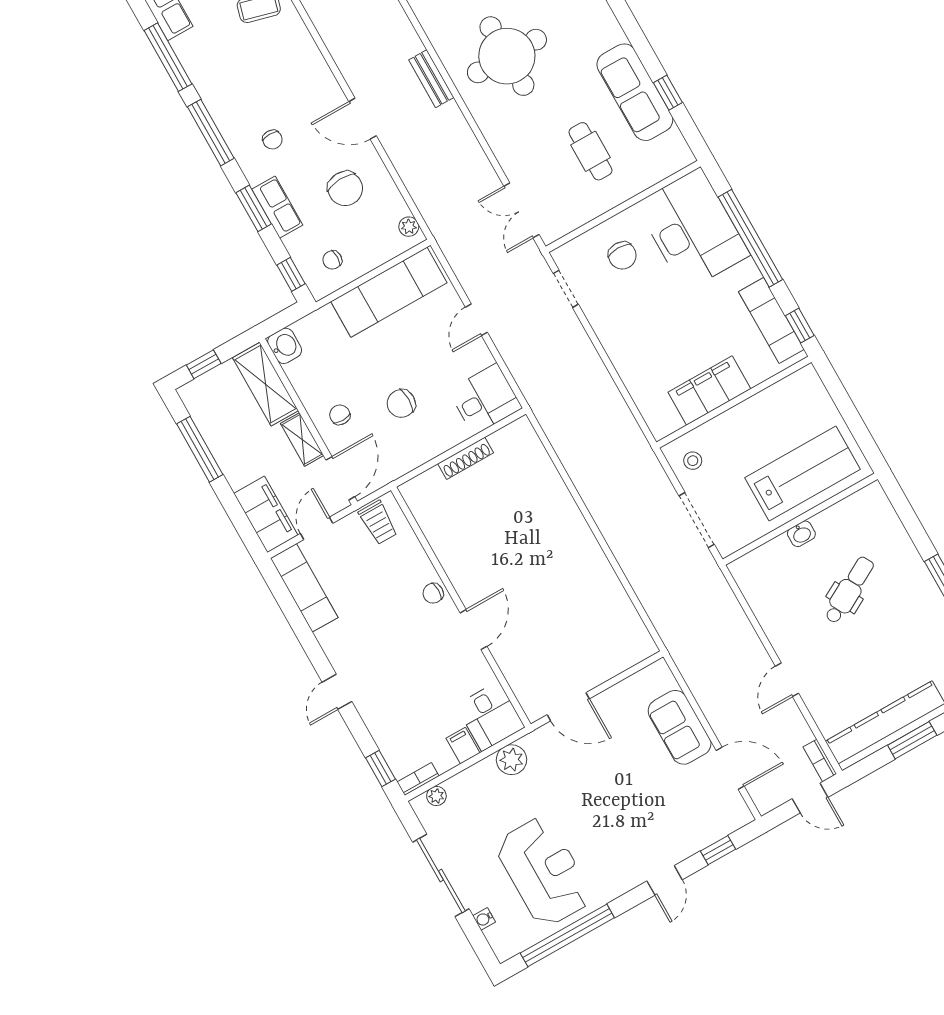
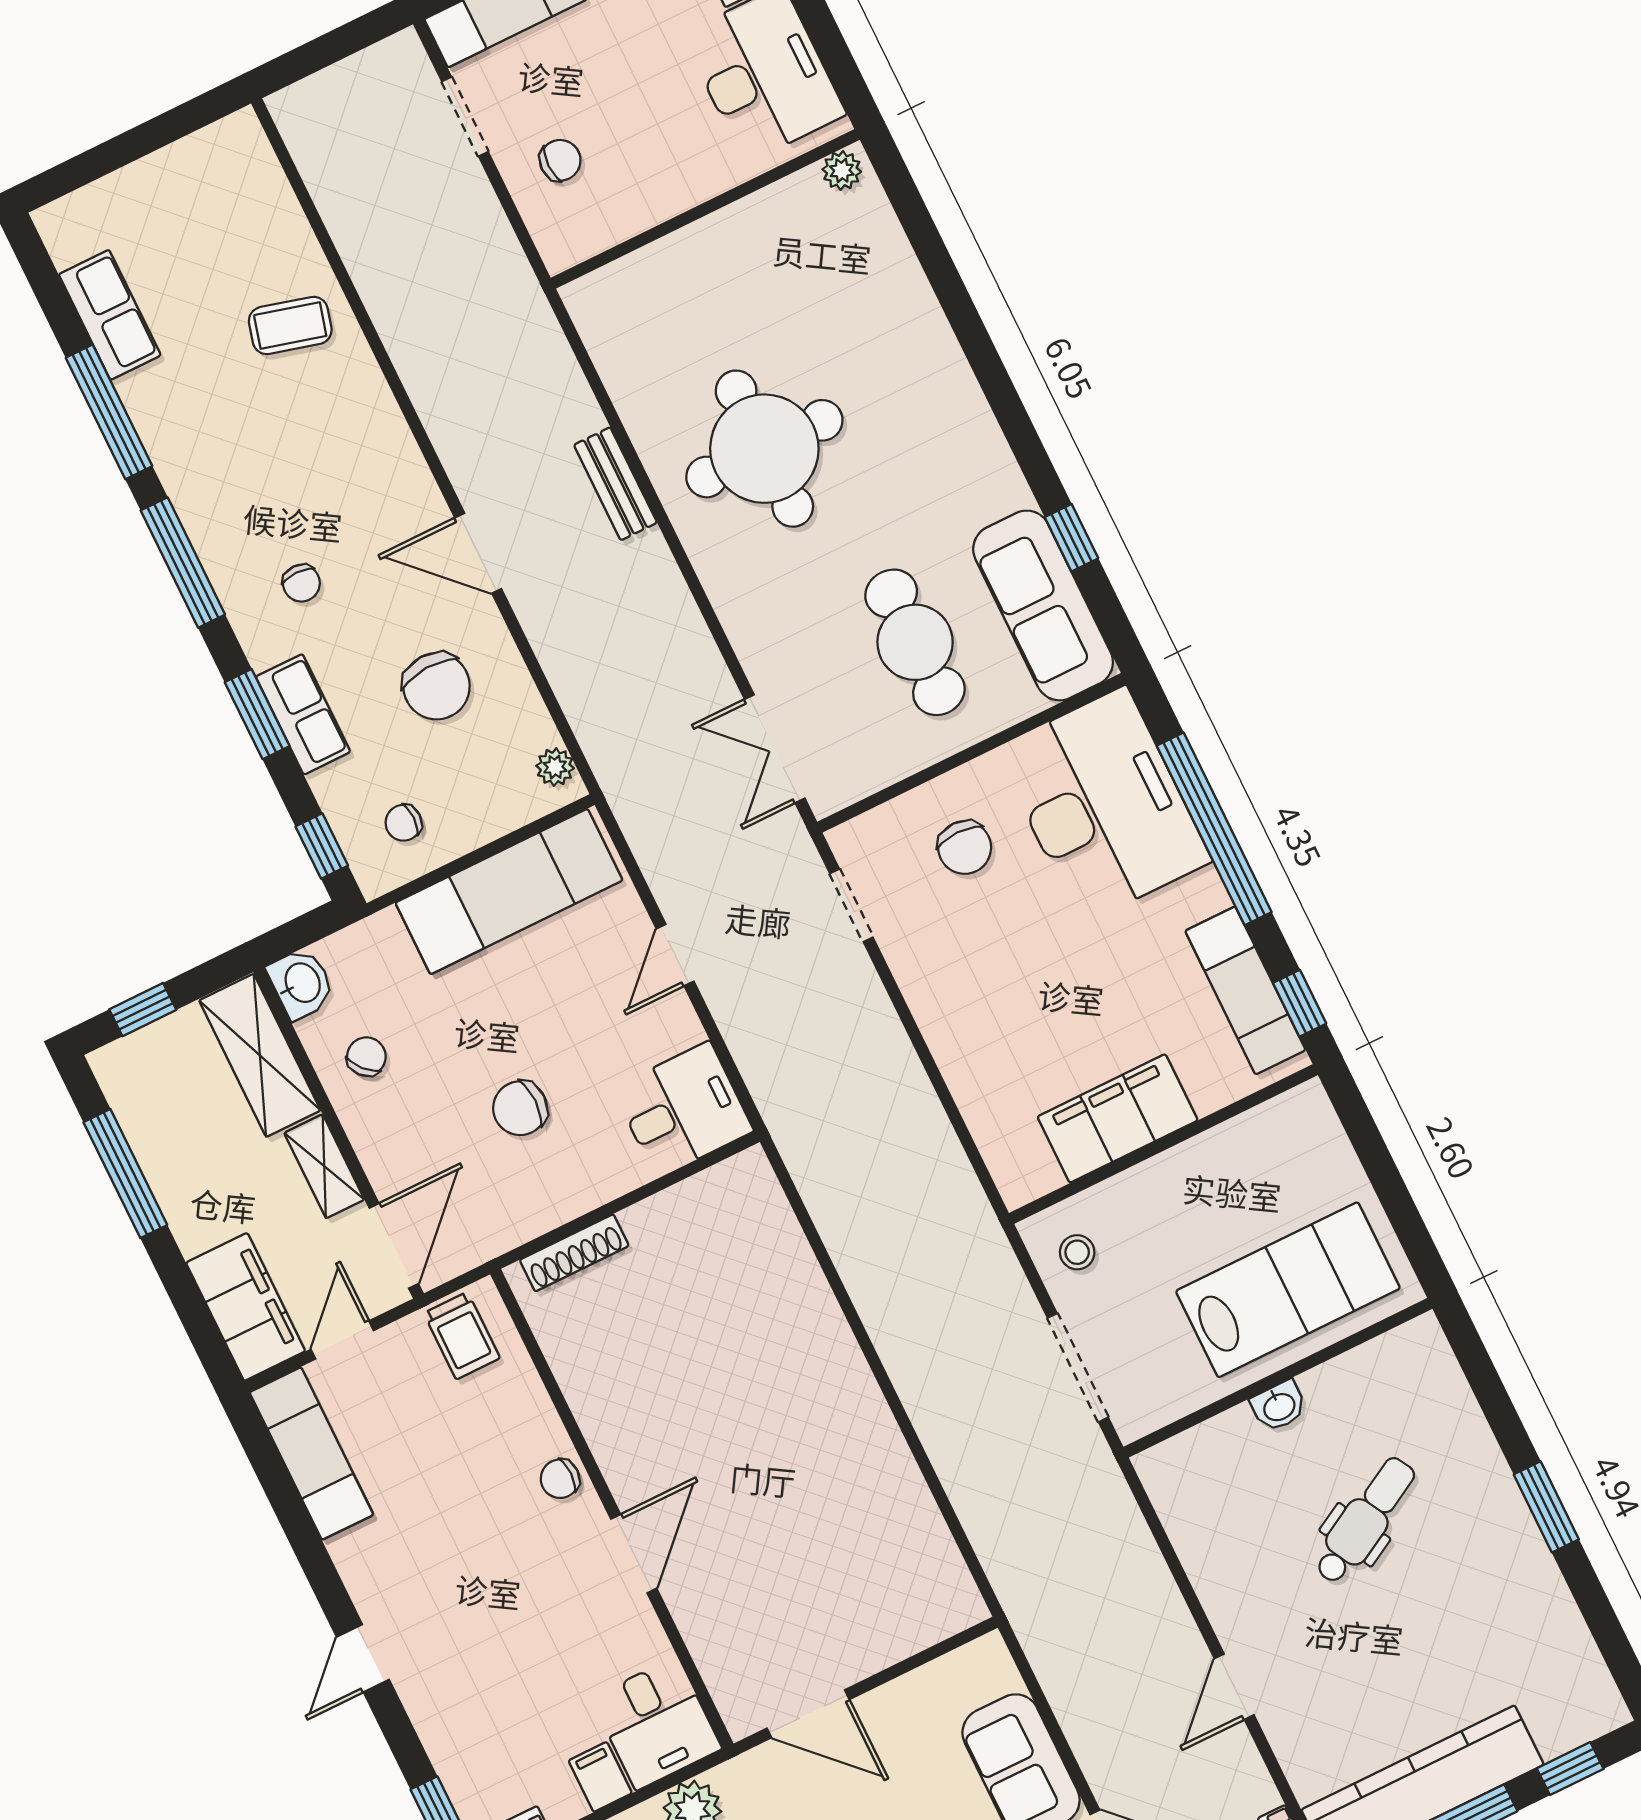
sofa: (635, 92) -> (1043, 605), moved
cafe table: (590, 151) -> (915, 642), width x1.37, depth x1.35
chair: (340, 415) -> (366, 1057), moved, turned 48
shoe rack: (466, 458) -> (574, 1253), moved

